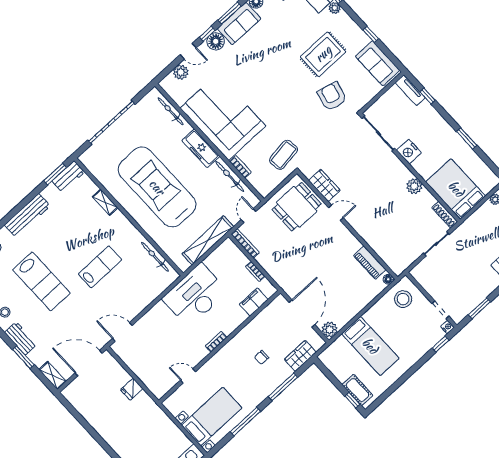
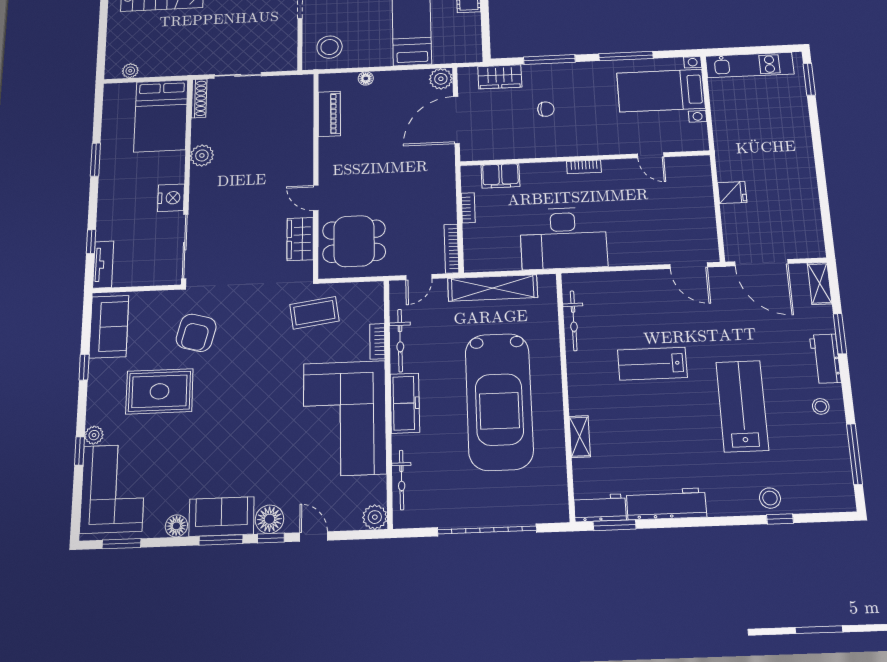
plant: (181, 72) -> (375, 517), moved
workbench: (27, 216) -> (666, 504), moved
floor lamp: (388, 279) -> (366, 78), moved

